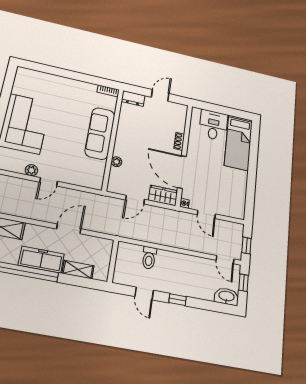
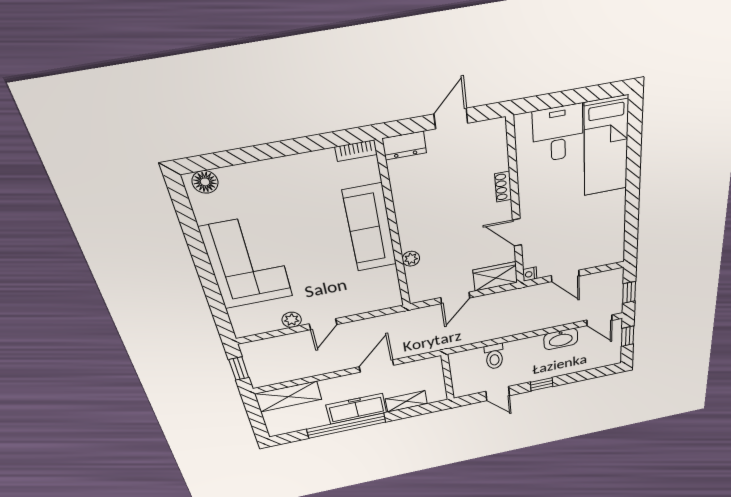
floor lamp: (27, 74) -> (205, 182), added
door: (182, 172) -> (517, 233), width x0.53
washbasin: (226, 296) -> (561, 339), moved, turned 180

